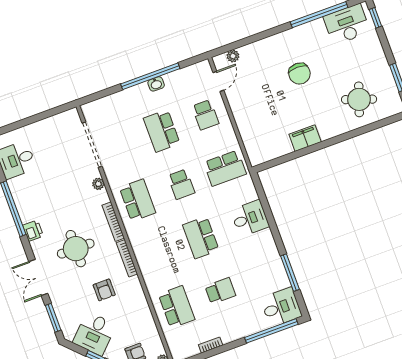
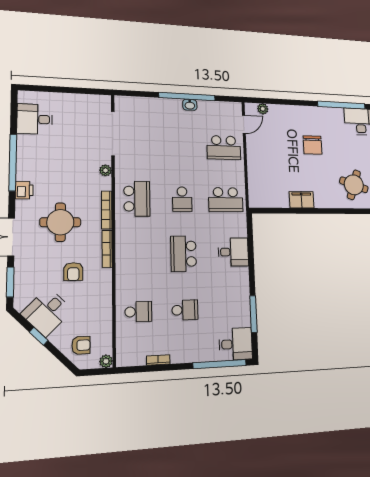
school desk: (205, 115) -> (224, 148), width x1.85
school desk: (162, 131) -> (181, 146), removed
school desk: (177, 307) -> (138, 312), width x0.54

